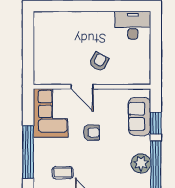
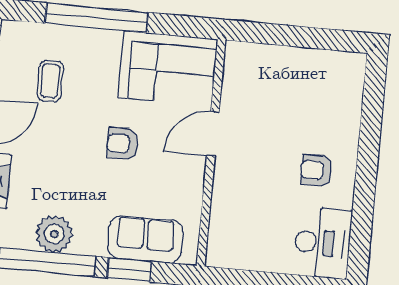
armchair: (99, 62) -> (316, 170), moved, turned 152
armchair: (91, 133) -> (123, 144), turned 90

